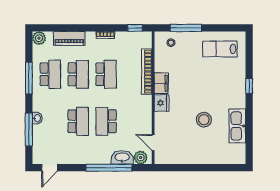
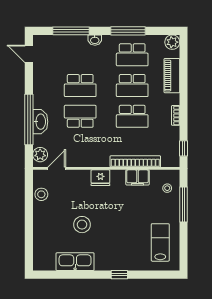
filing cabinet: (161, 83) -> (138, 177), moved
washbasin: (37, 118) -> (95, 40), moved
stool: (177, 156) -> (41, 194), added
washbasin: (122, 157) -> (40, 122), moved

